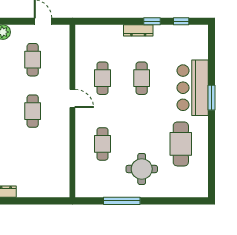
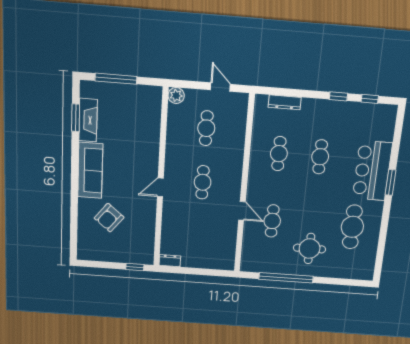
dresser: (138, 30) -> (285, 102), moved
door: (72, 98) -> (242, 211), moved
window: (122, 201) -> (286, 278), width x1.46

